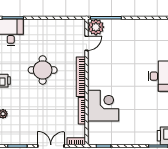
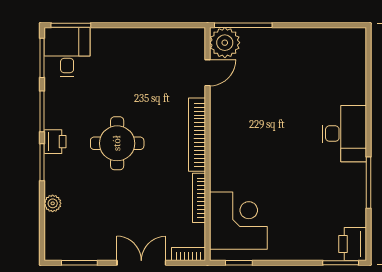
round table: (43, 70) -> (117, 143), moved
corner desk: (103, 106) -> (238, 221), moved

